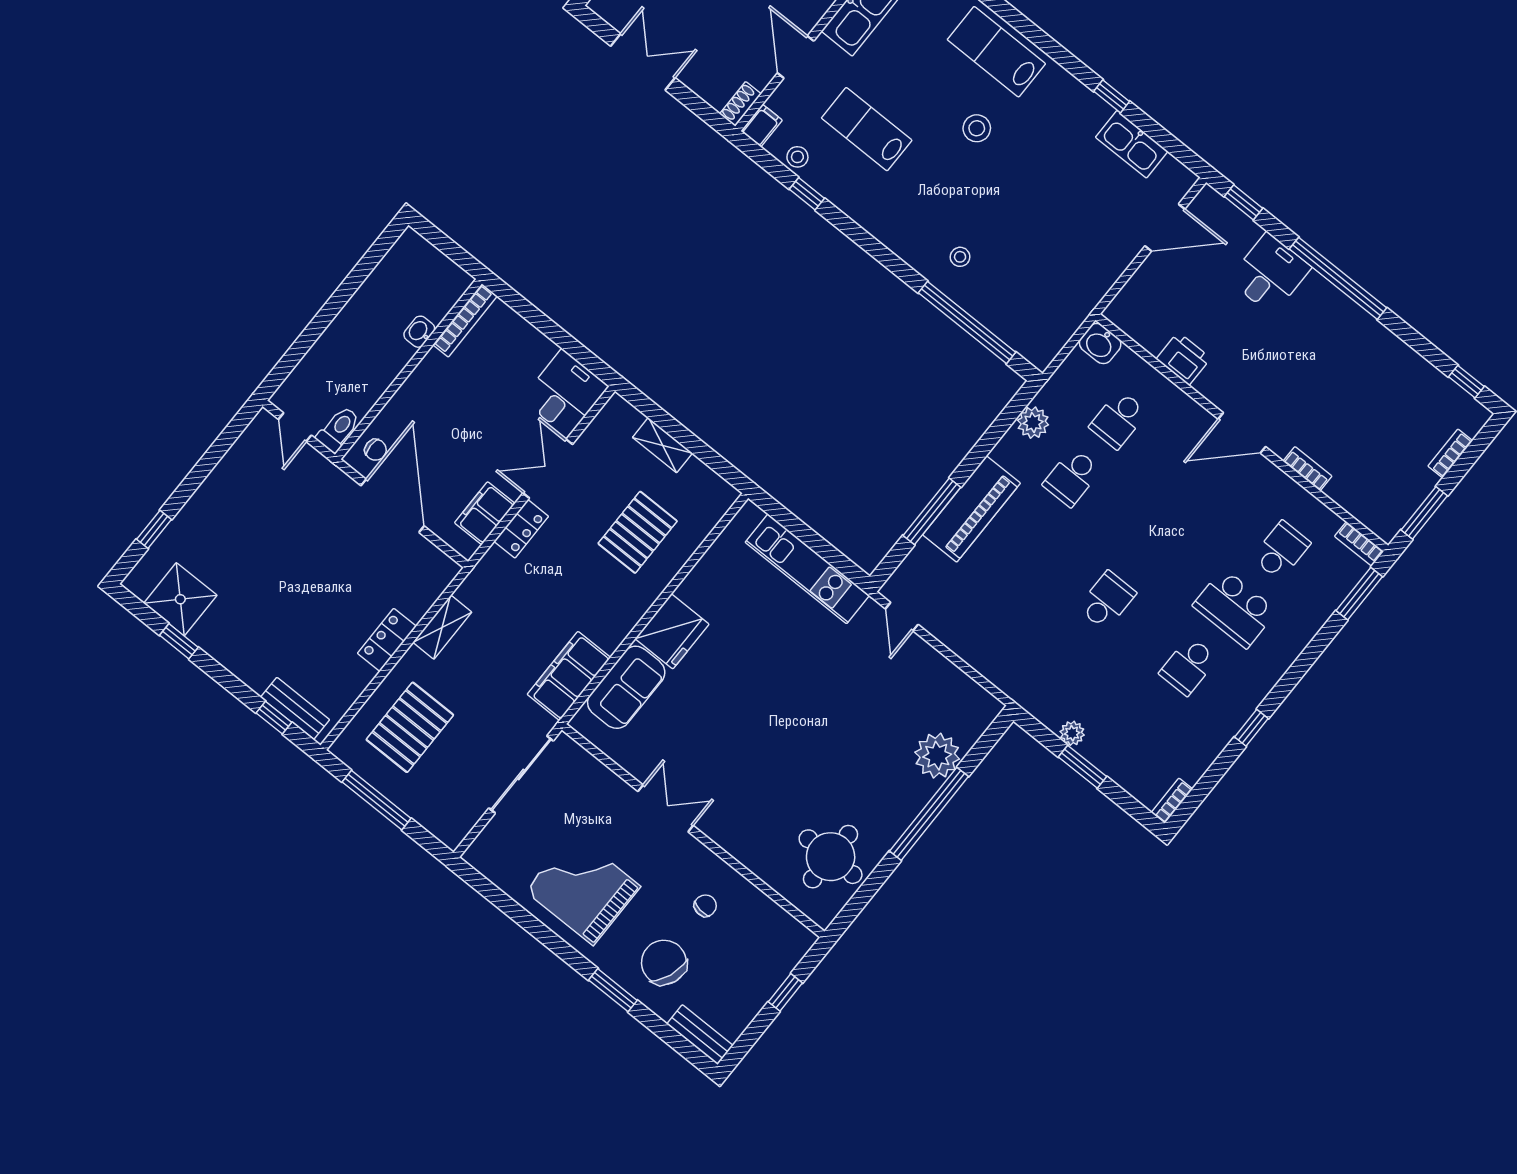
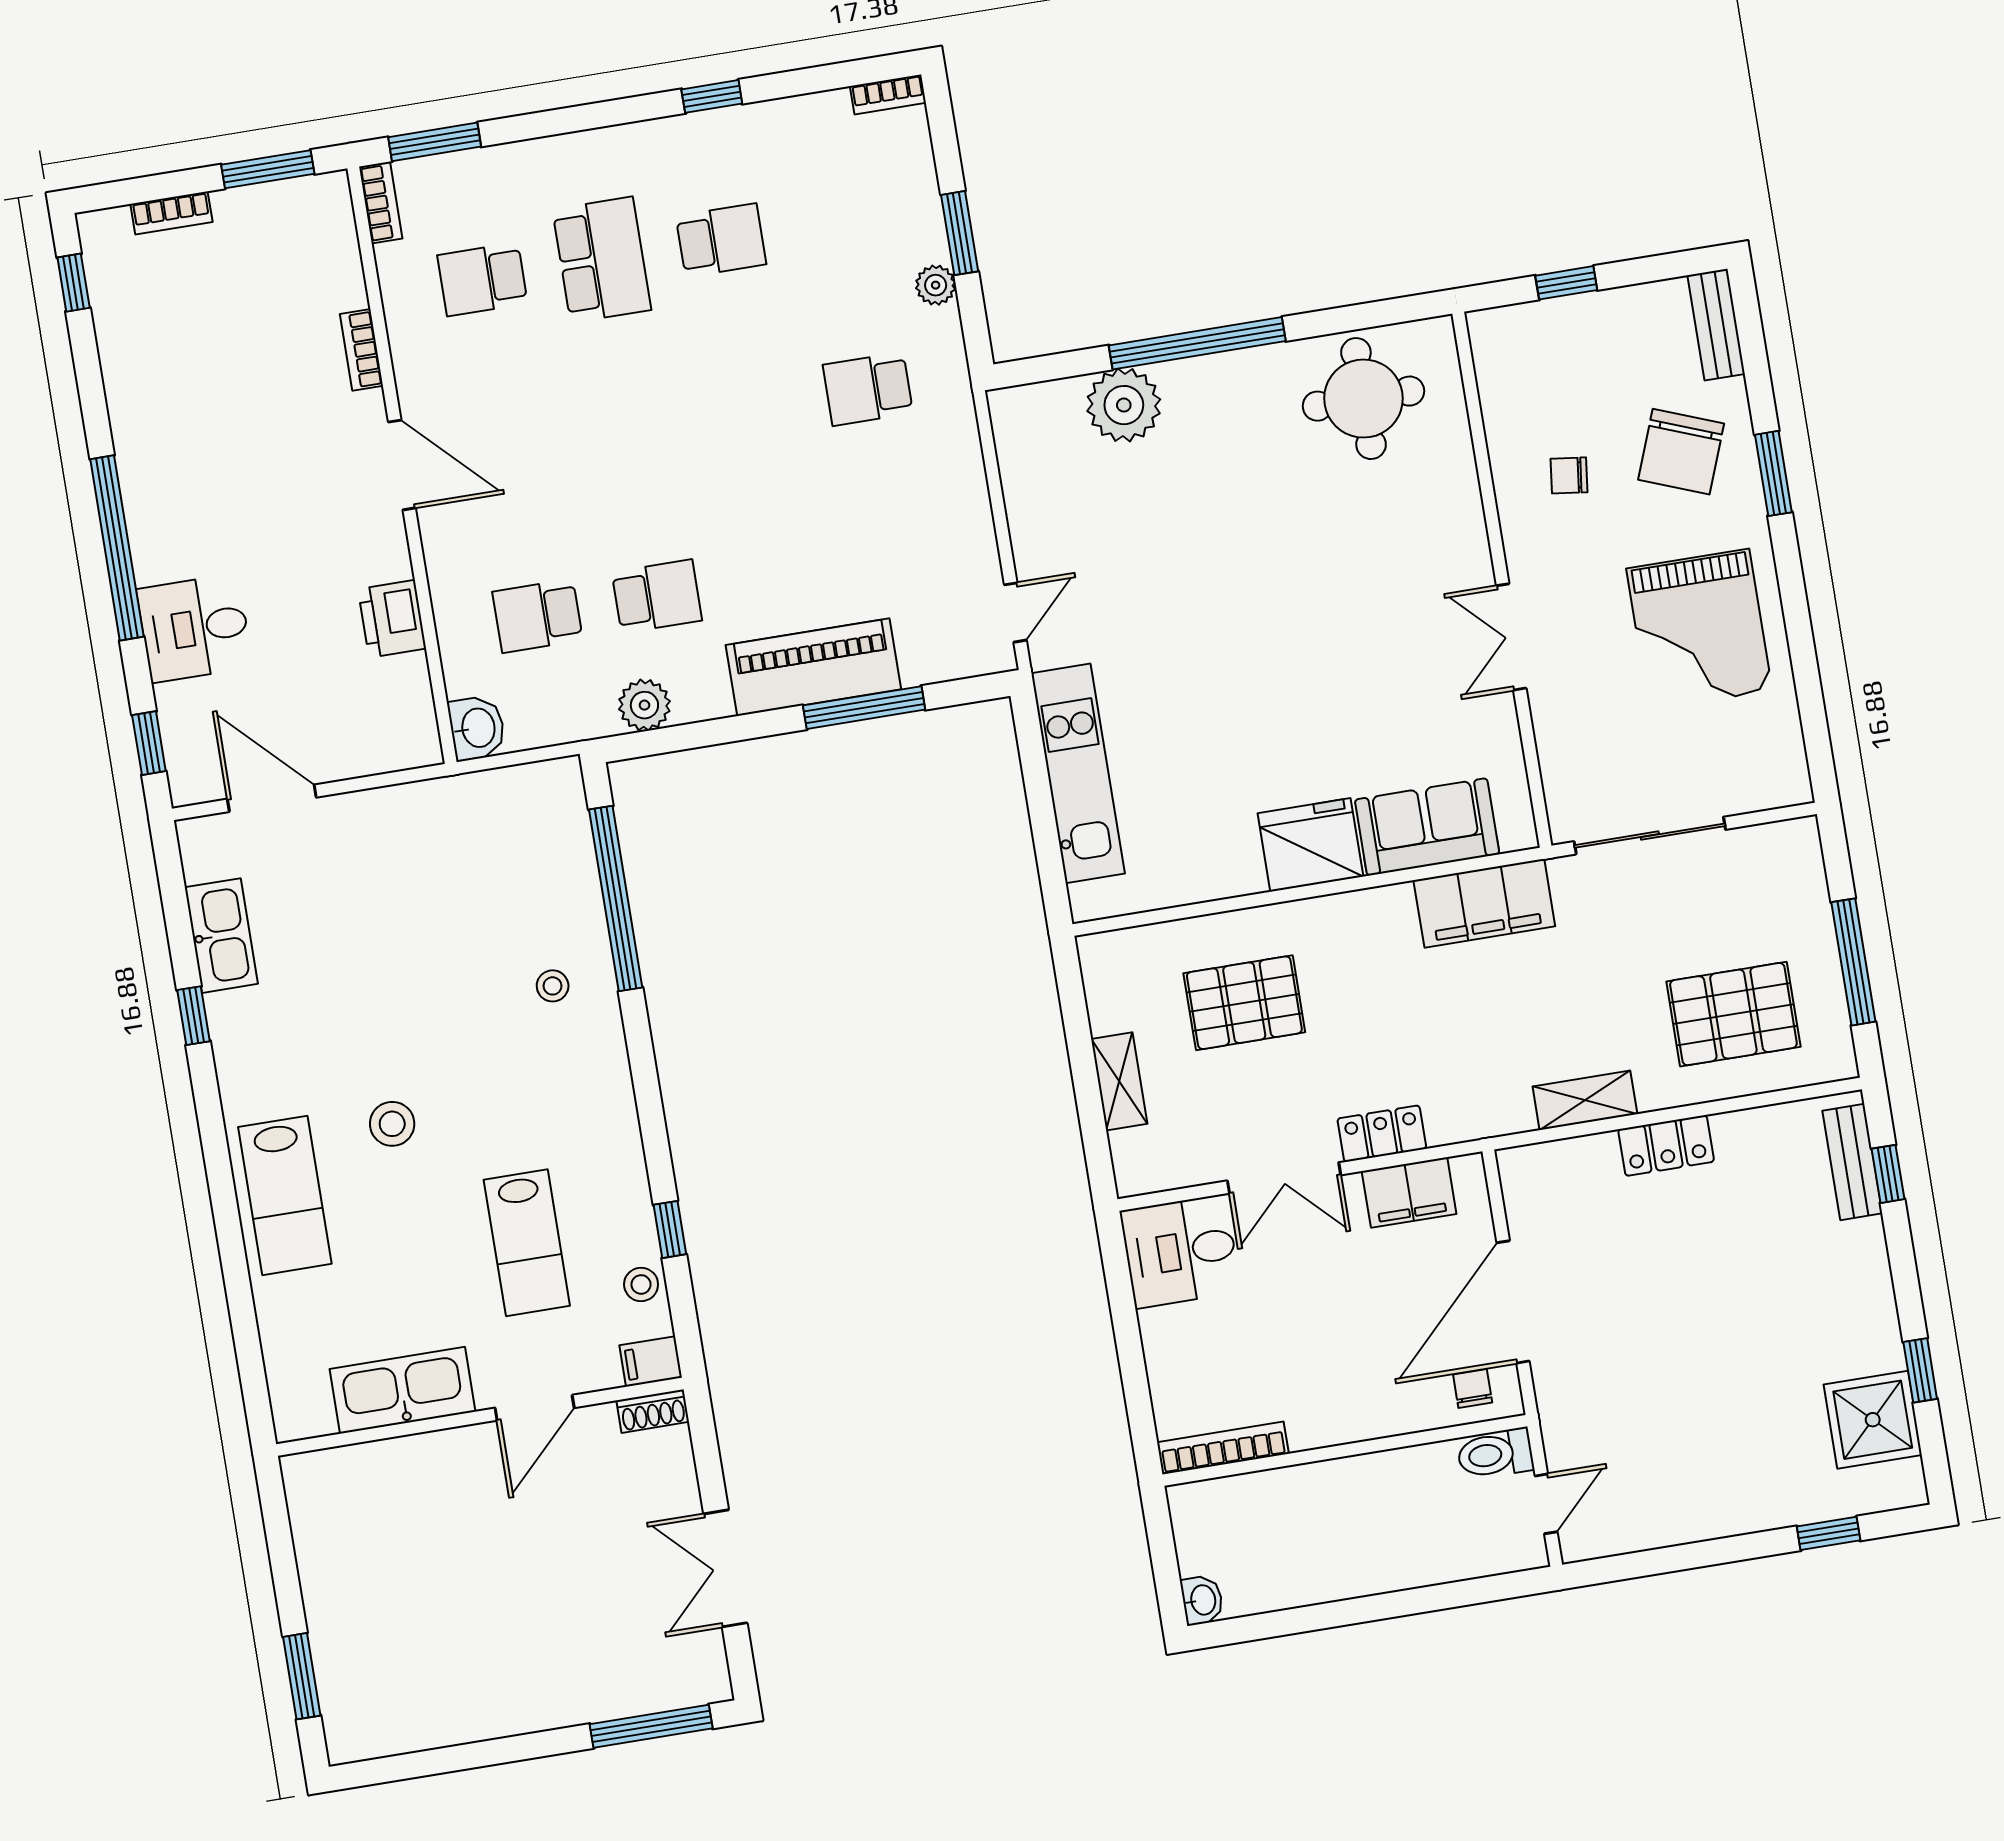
washbasin: (419, 332) -> (1202, 1600), moved, turned -90
school desk: (1118, 420) -> (538, 616), turned 180
school desk: (1107, 600) -> (868, 389), moved

